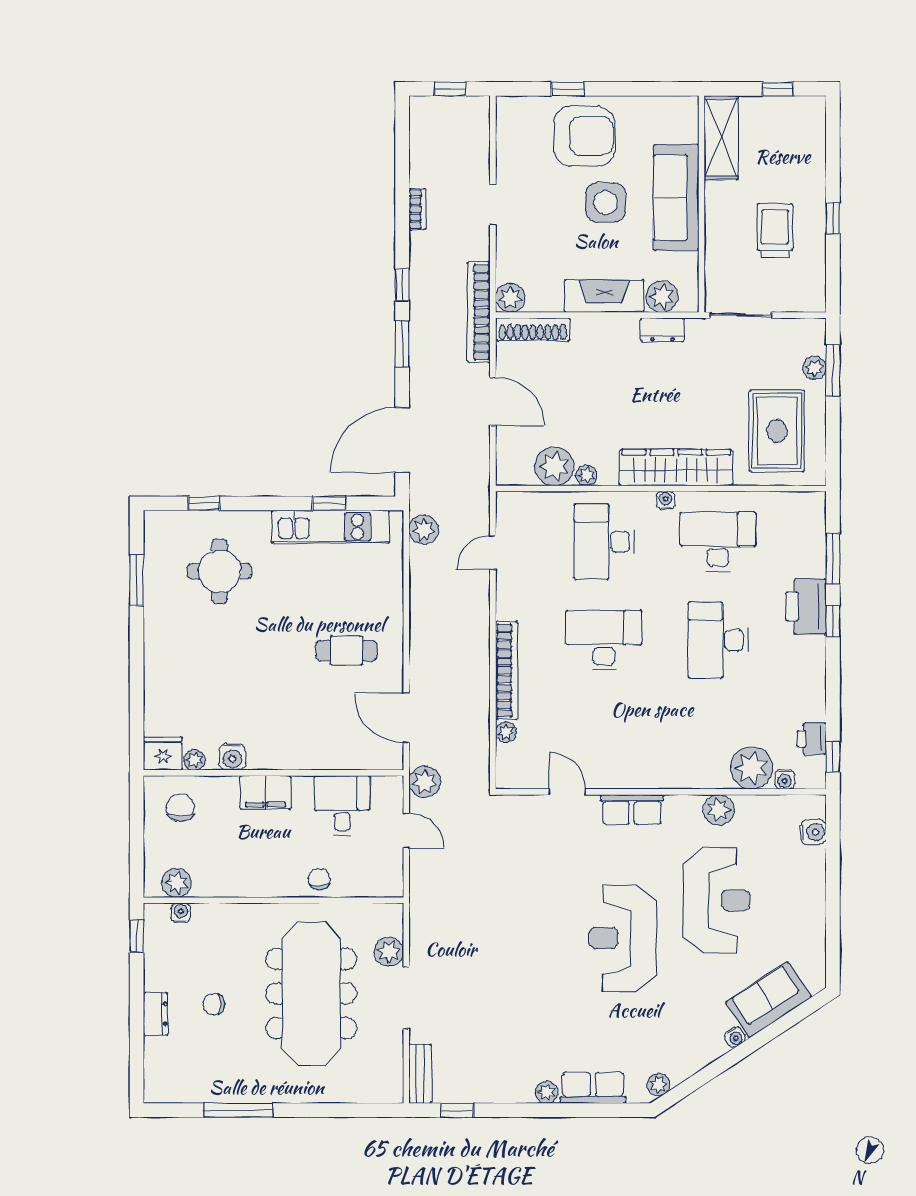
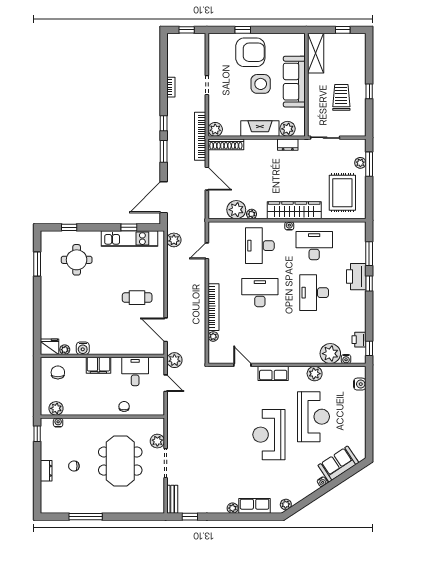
meeting table: (311, 993) -> (120, 461), width x0.73

